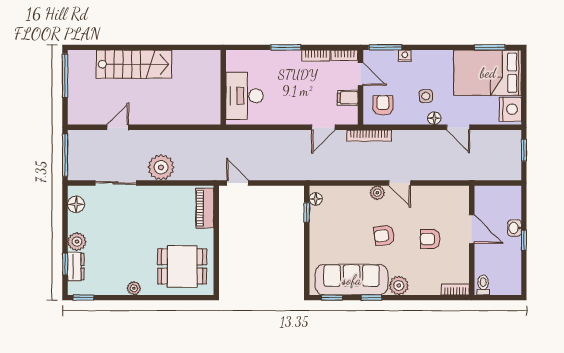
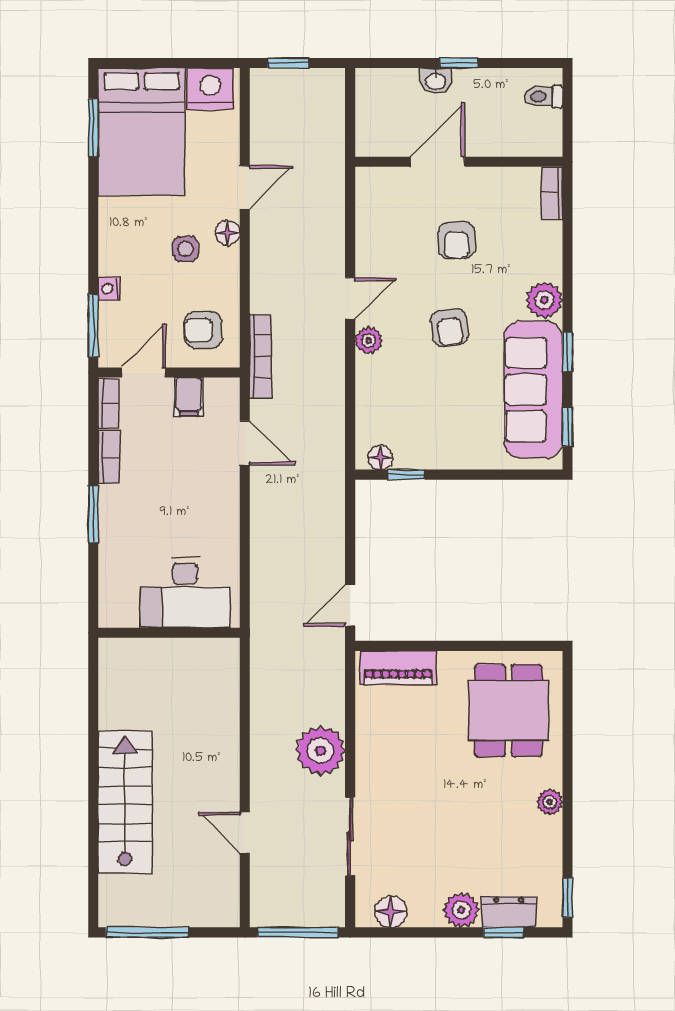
toilet: (483, 285) -> (544, 97), moved

